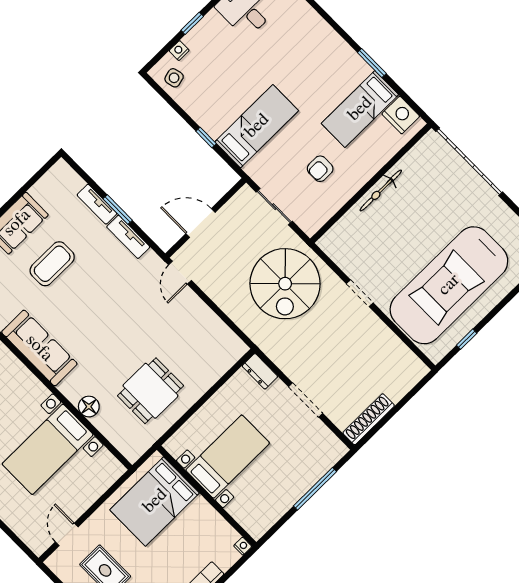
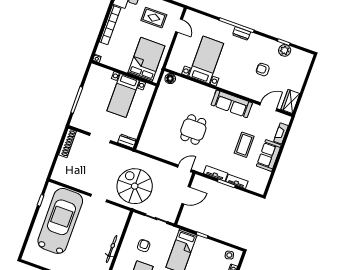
door: (180, 273) -> (185, 168), hinge flipped
dining table: (150, 391) -> (193, 130), moved
floor lamp: (89, 407) -> (170, 79), moved

